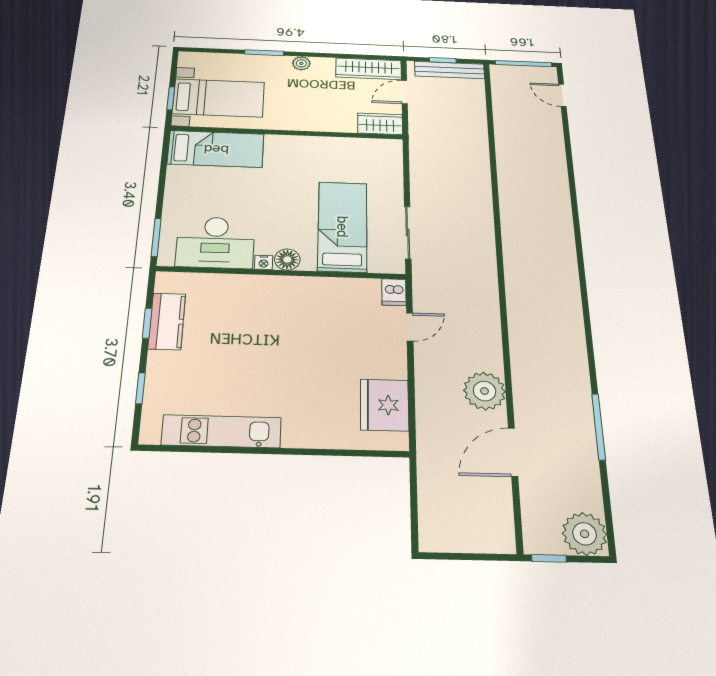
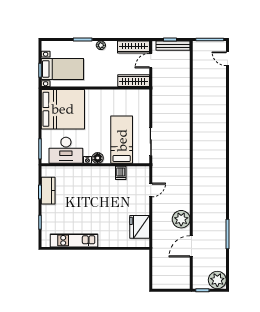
wardrobe: (380, 124) -> (134, 81), width x1.50
bed: (216, 149) -> (63, 109), width x2.04
dishwasher: (394, 292) -> (121, 173), moved

